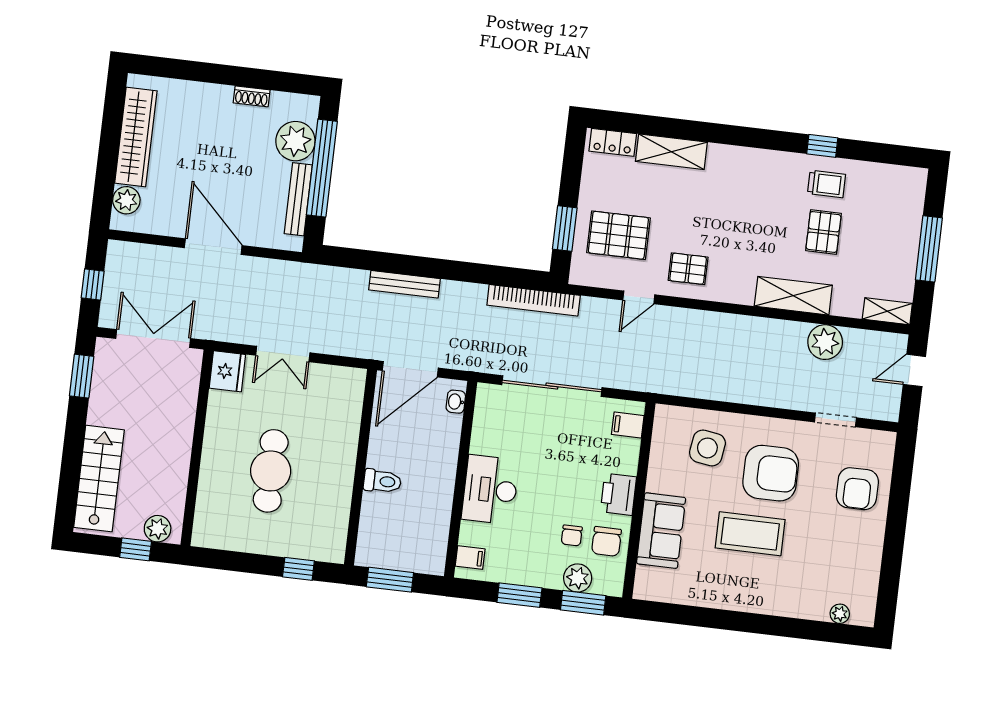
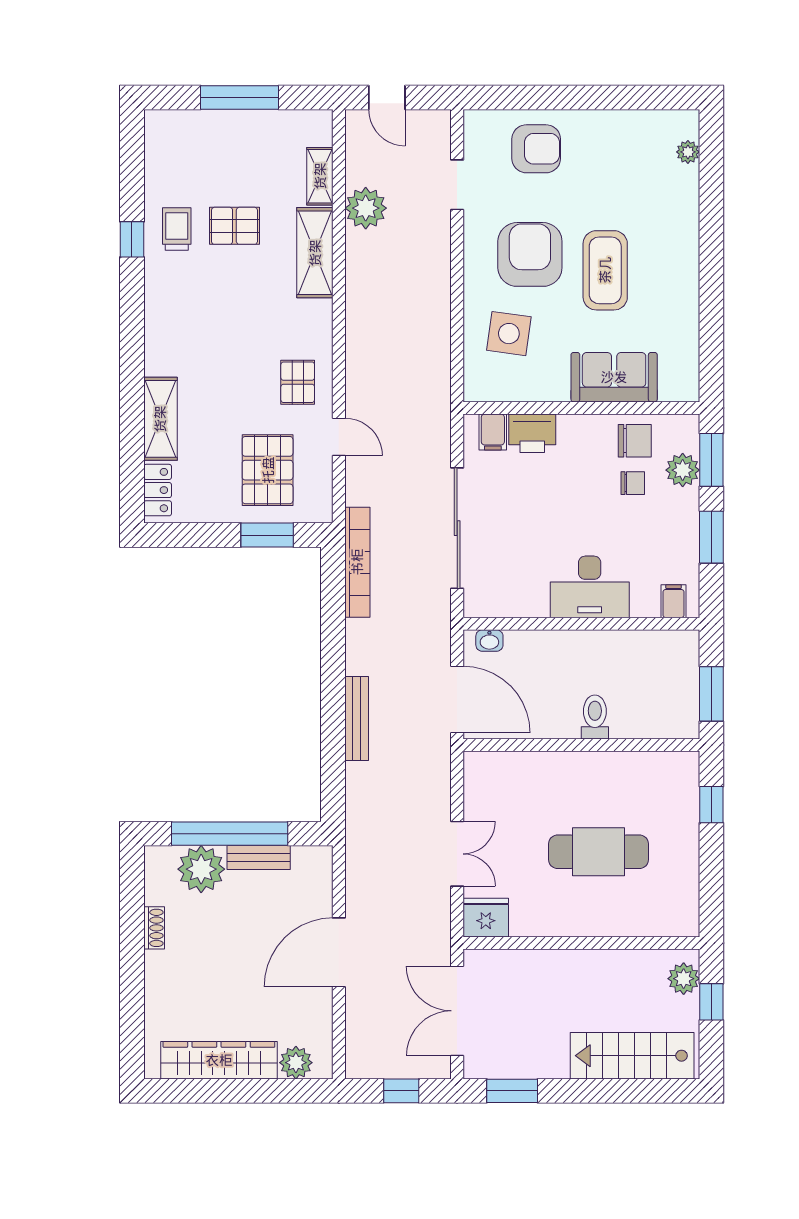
bench: (298, 199) -> (259, 858), width x0.73
shelving: (887, 311) -> (320, 176), moved
printer: (618, 494) -> (532, 433), moved

